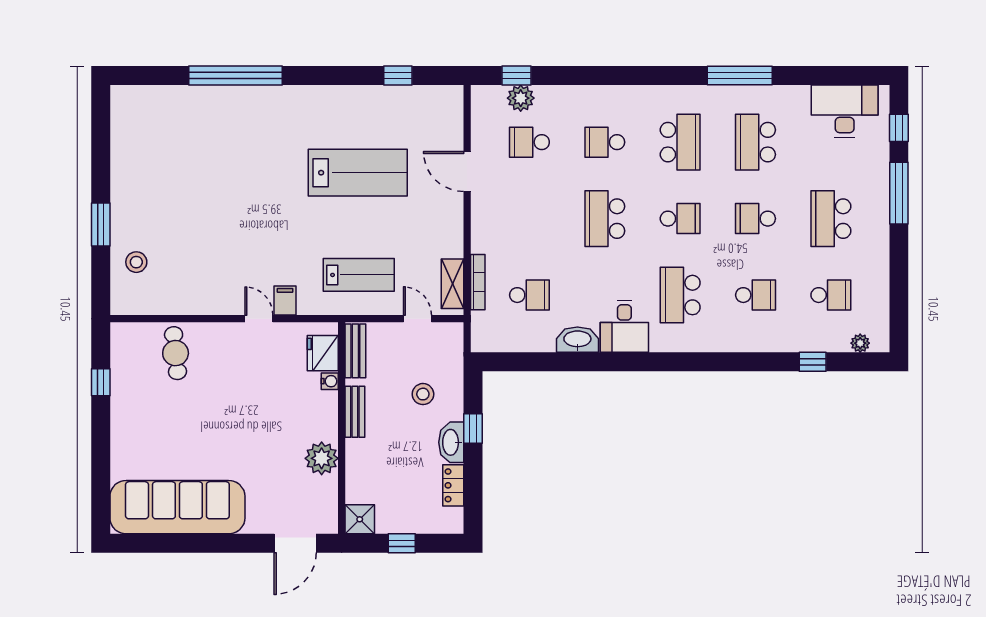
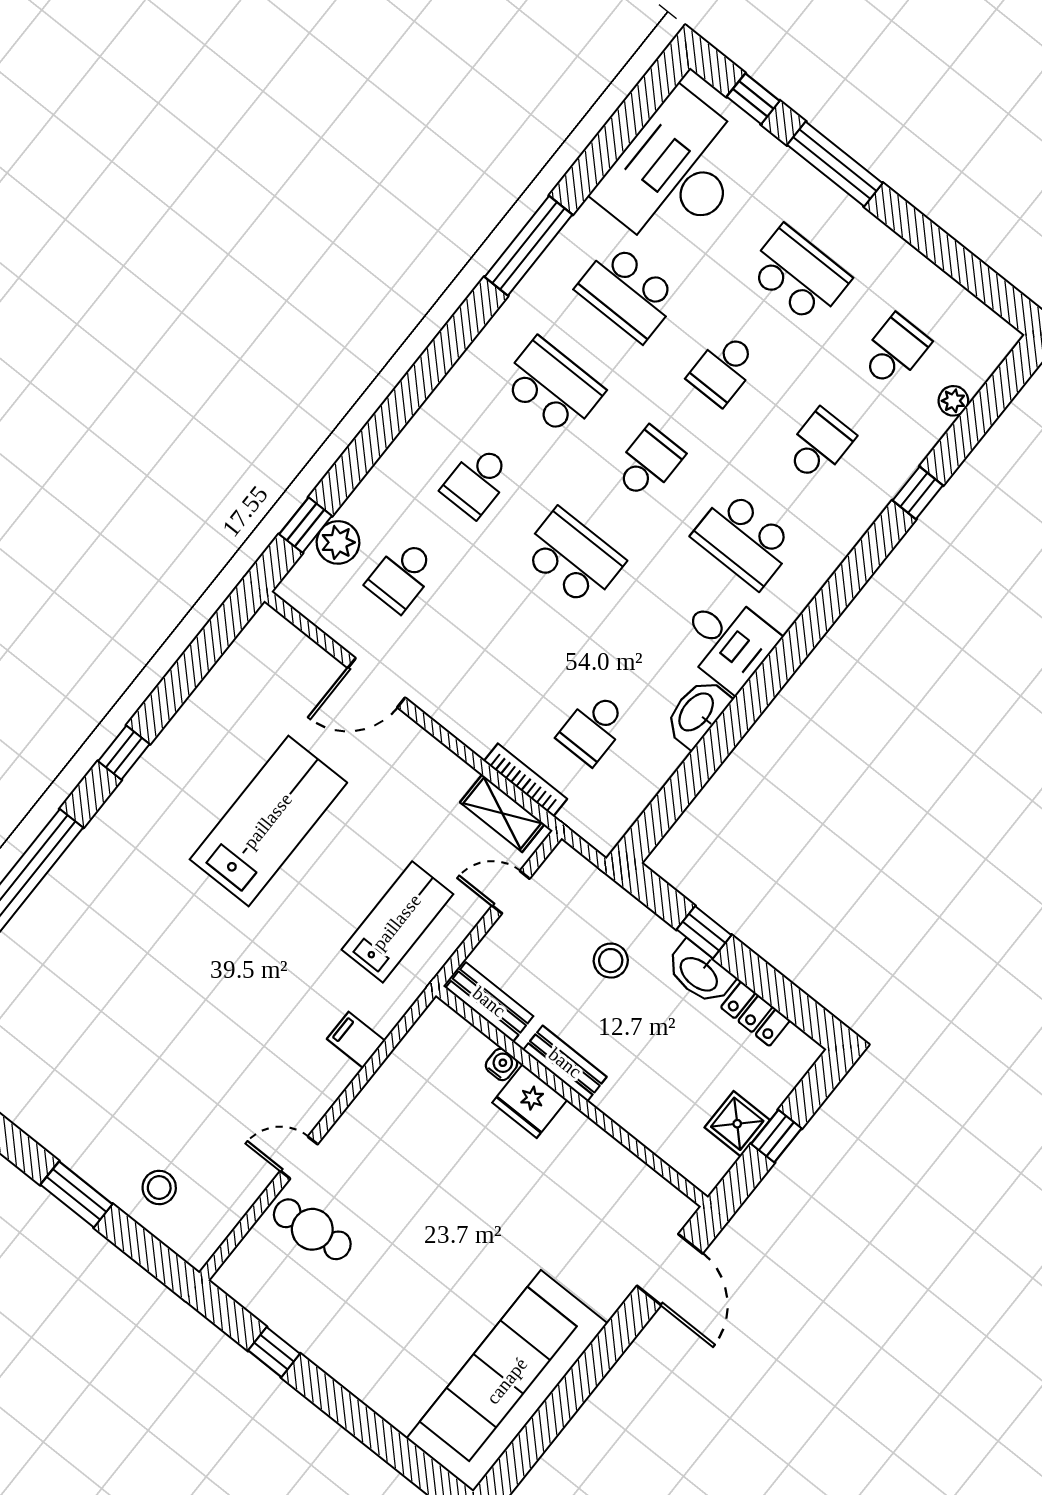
window: (398, 75) -> (124, 753), moved
desk: (845, 111) -> (675, 173), width x1.36, depth x1.30
school desk: (605, 219) -> (573, 558), turned 180
school desk: (831, 219) -> (799, 275), turned 180
school desk: (529, 295) -> (593, 728), turned 180
door: (259, 319) -> (299, 1158), moved
plant: (860, 343) -> (953, 401), moved
fridge: (323, 353) -> (530, 1101), moved
window: (813, 362) -> (918, 493), moved
plant: (322, 458) -> (590, 1152), removed
shower: (360, 519) -> (737, 1124), moved

